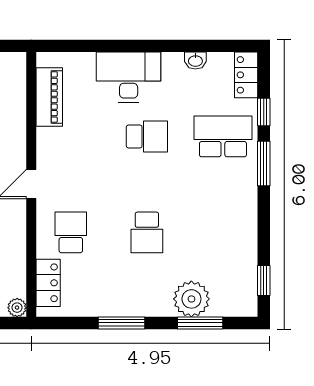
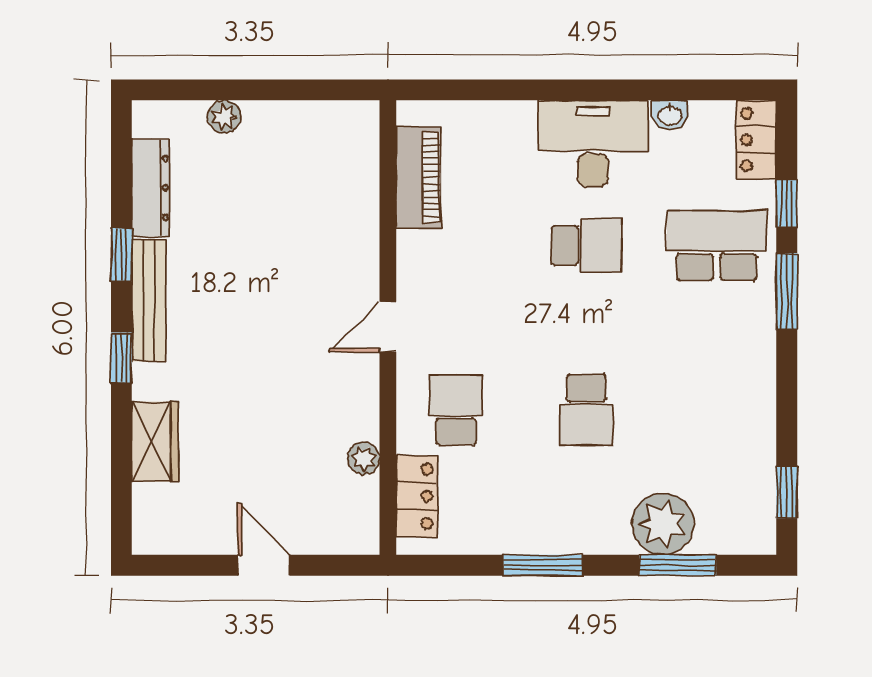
desk: (129, 77) -> (593, 143), moved
plant: (17, 308) -> (364, 458), moved

